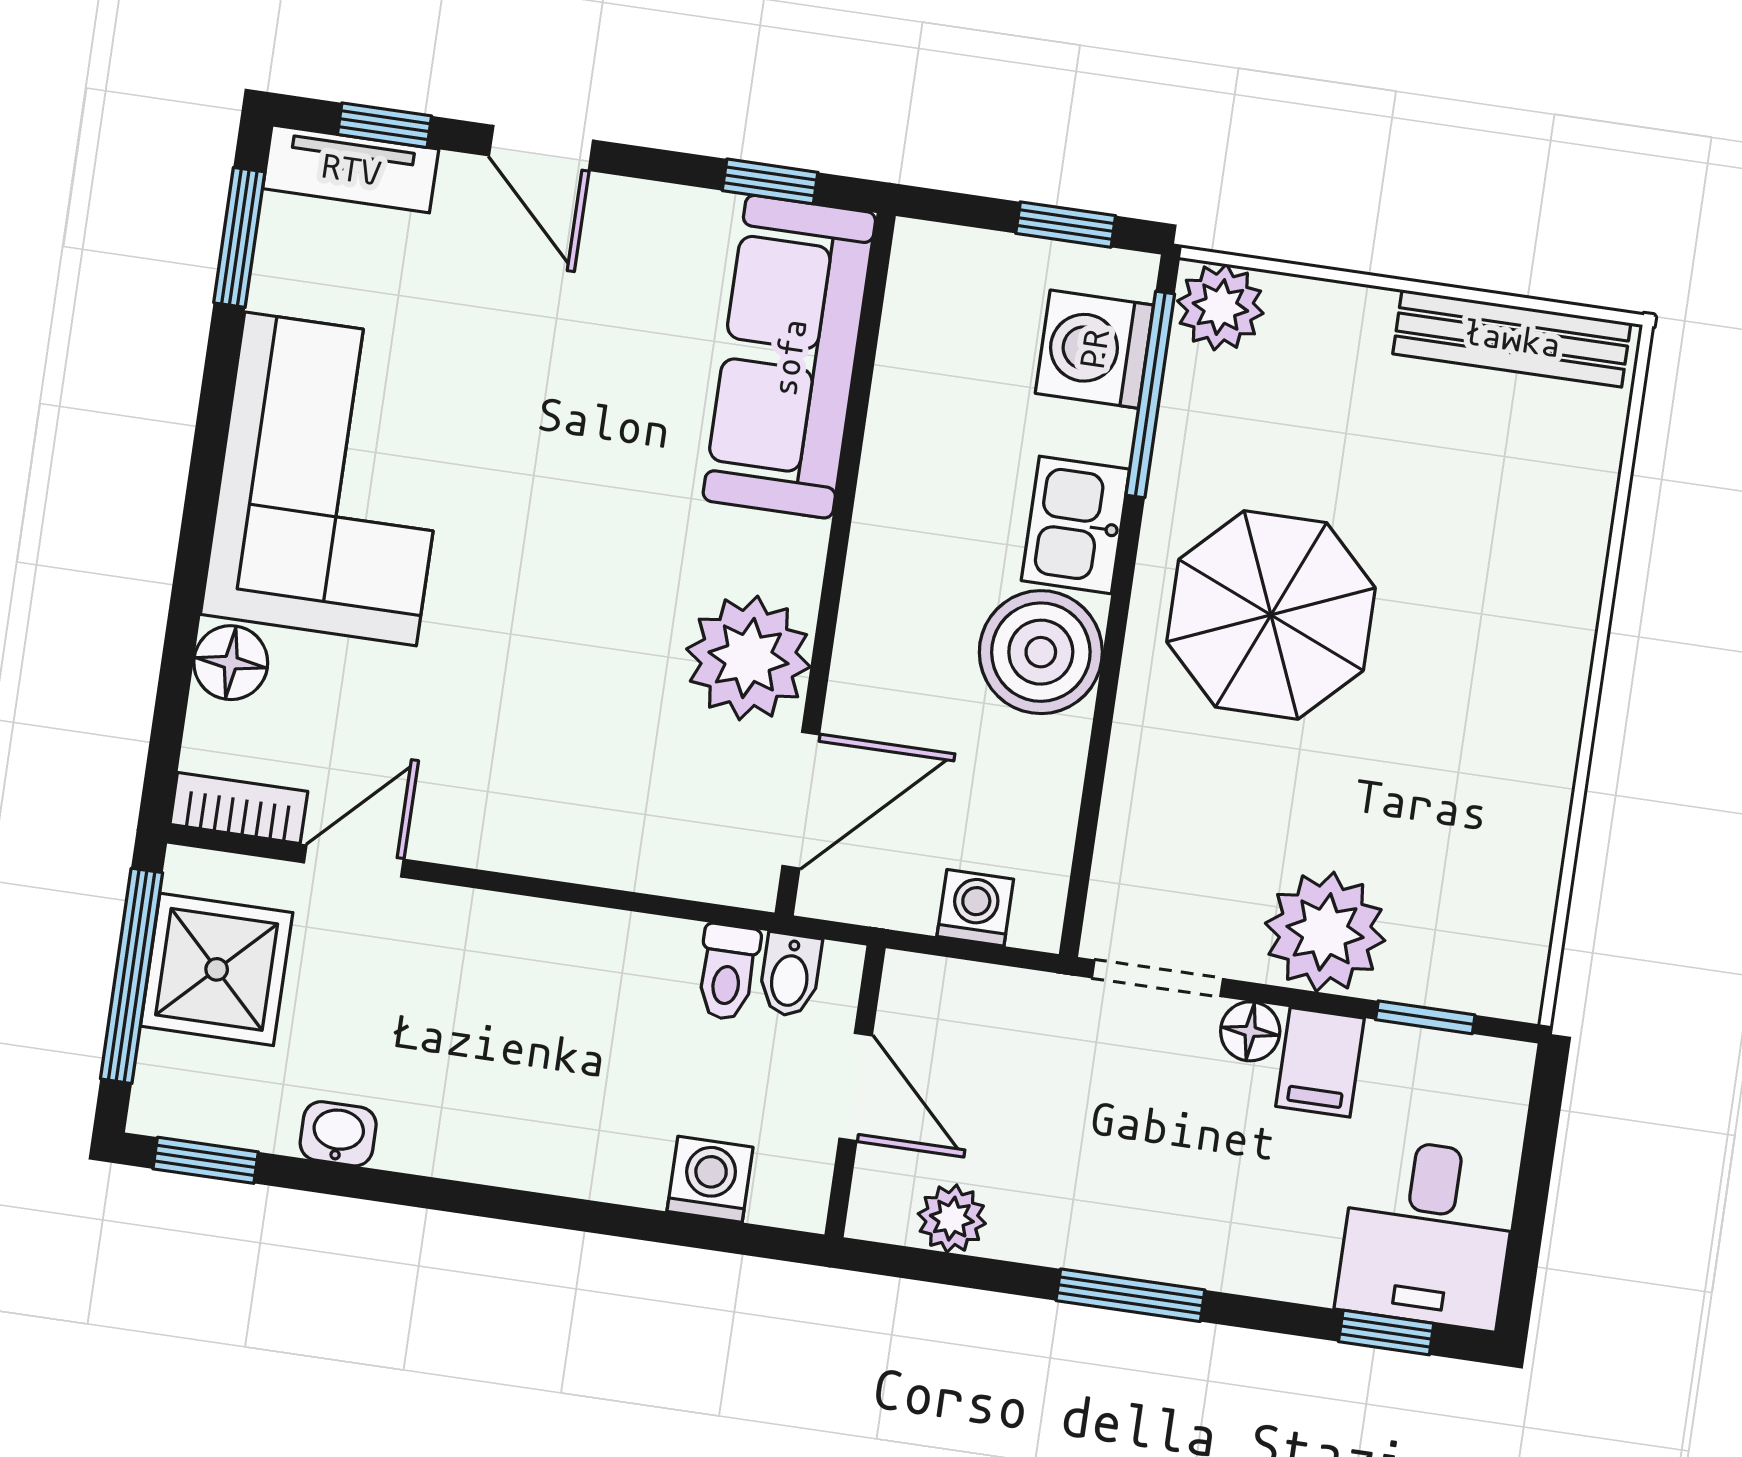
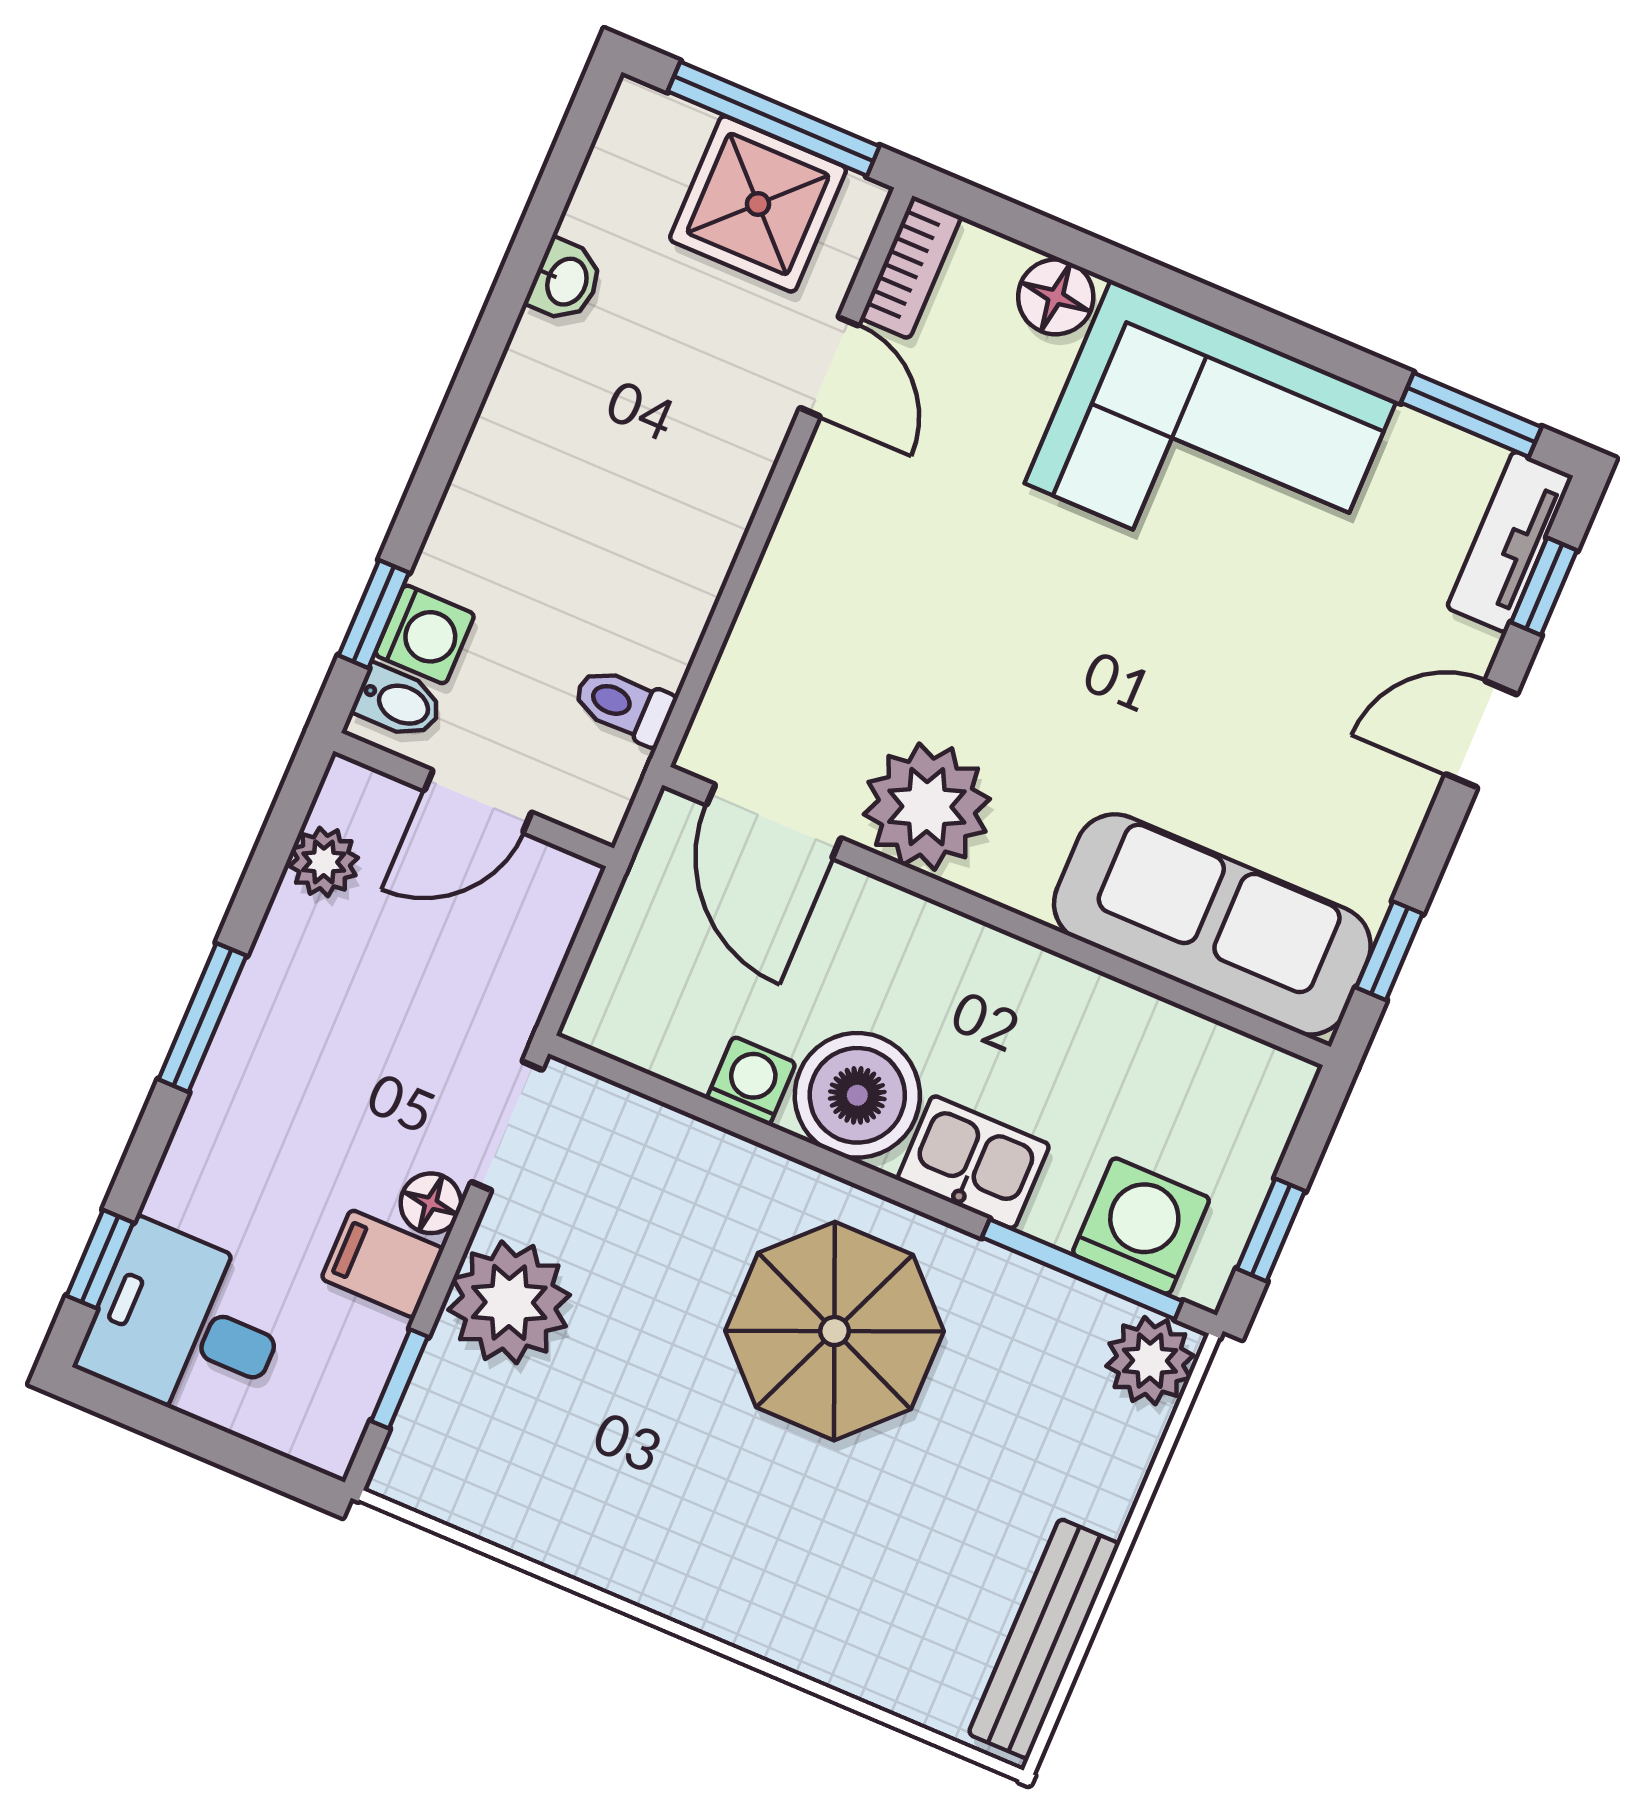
washing machine: (975, 908) -> (751, 1081), moved, turned -90
bidet: (790, 975) -> (398, 702), moved, turned 180
window: (206, 1160) -> (374, 614), moved

